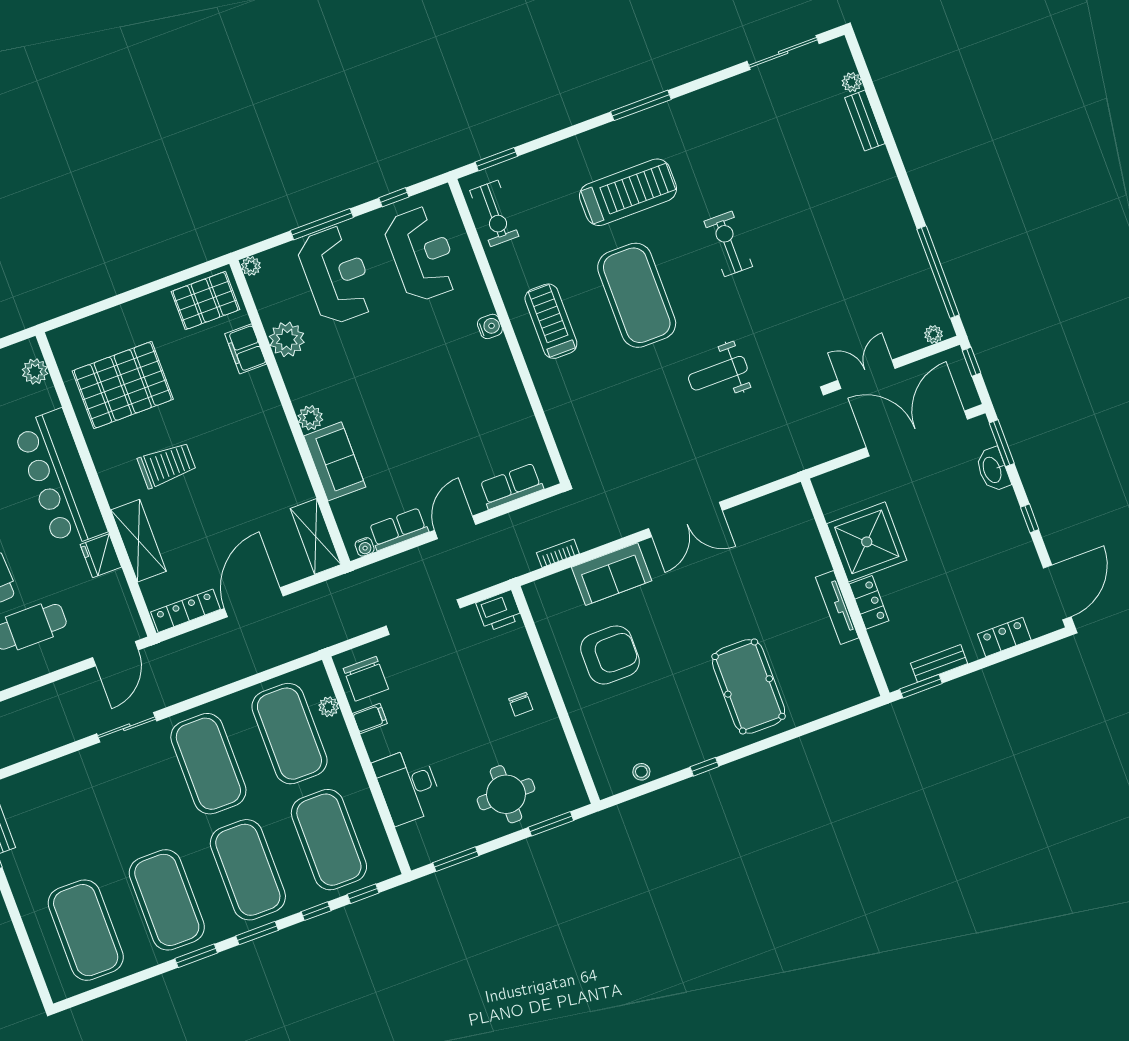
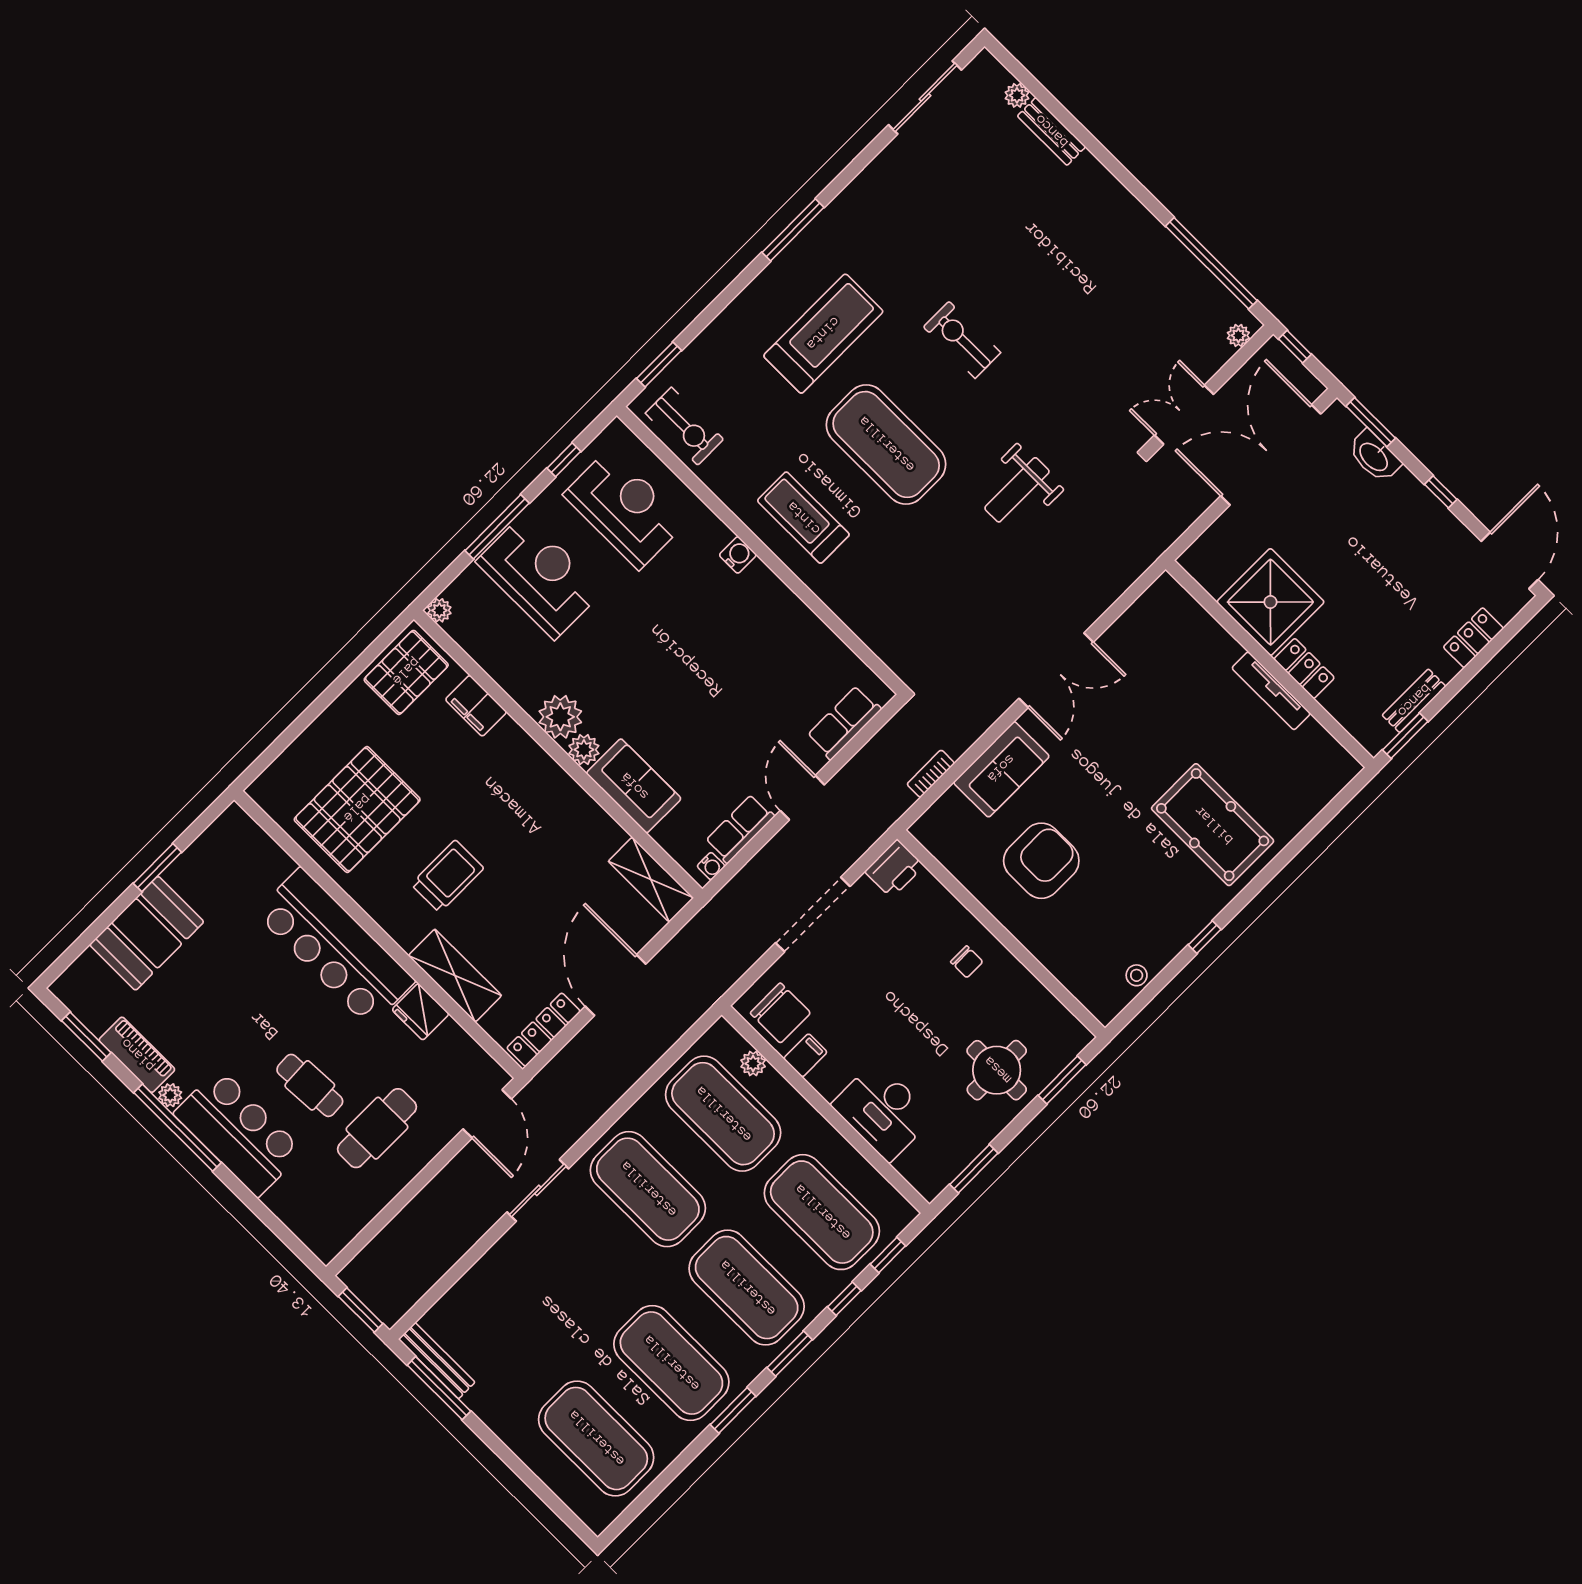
plant: (287, 339) -> (560, 717), moved
plant: (35, 371) -> (252, 839), removed

